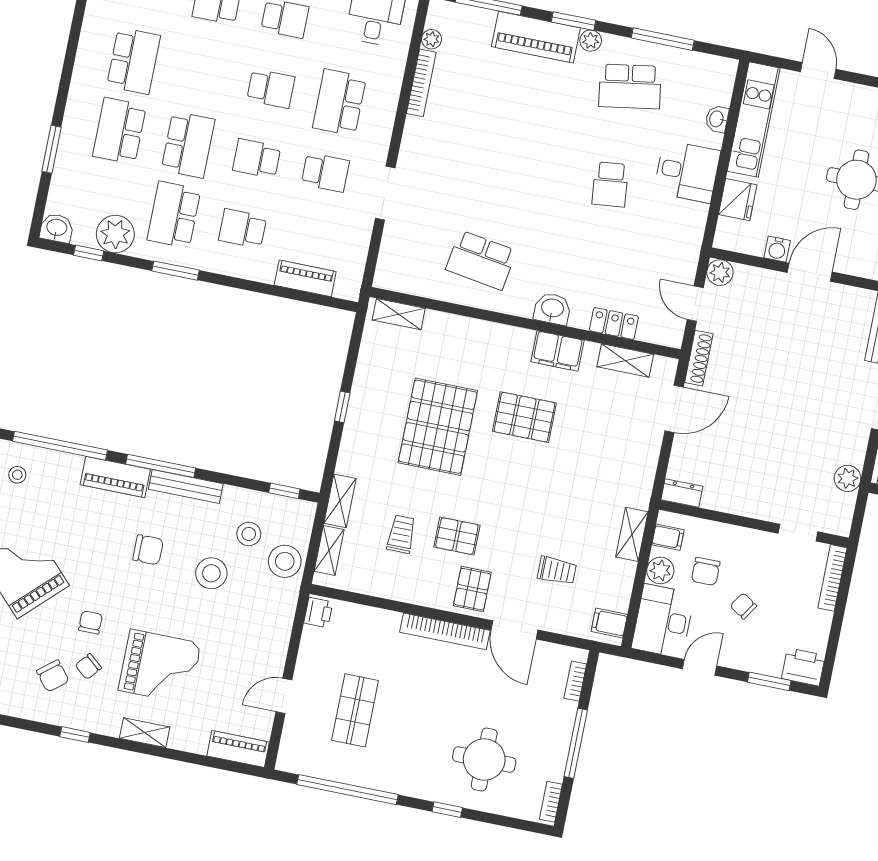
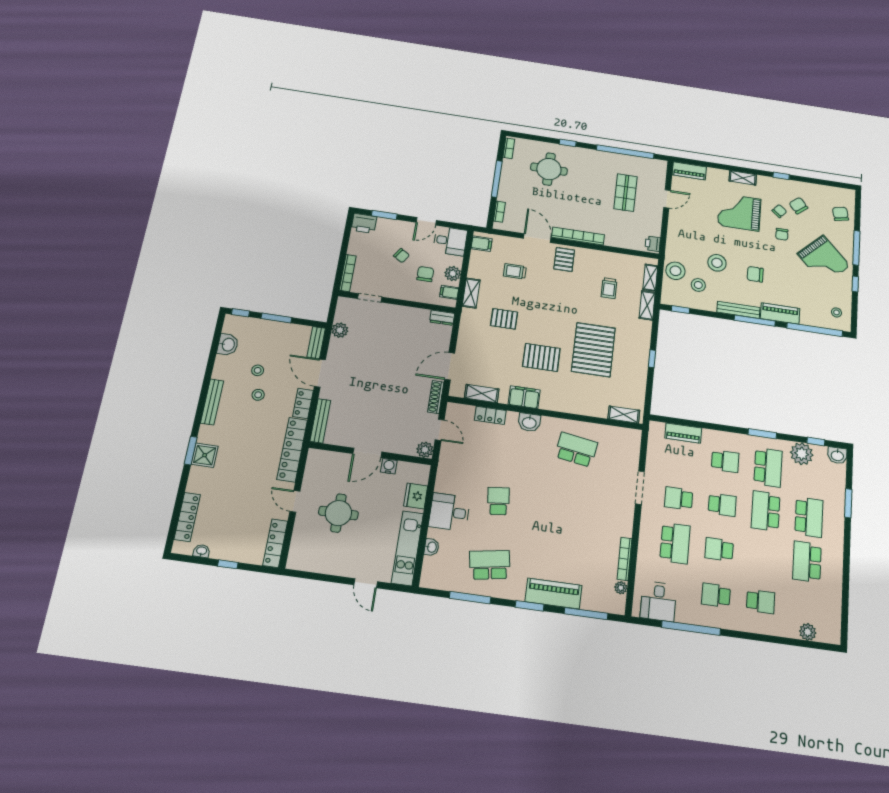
plant: (591, 41) -> (517, 594), removed
pallet: (457, 536) -> (504, 319), moved
desk: (663, 621) -> (450, 241), width x0.73

